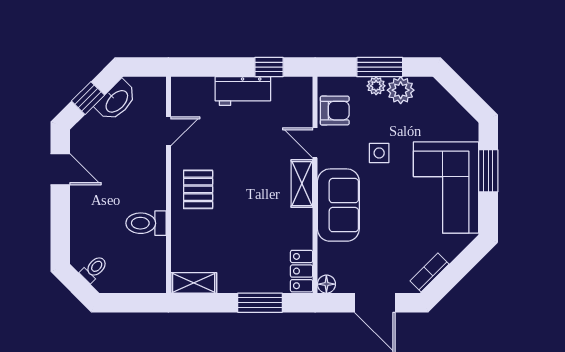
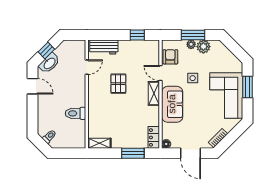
workbench: (243, 91) -> (104, 47), moved
washbasin: (116, 101) -> (49, 63), moved
armchair: (335, 111) -> (170, 57), turned -90
pallet: (198, 189) -> (118, 84), moved

